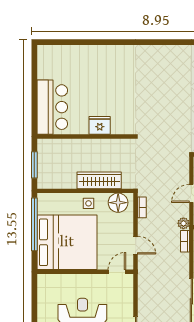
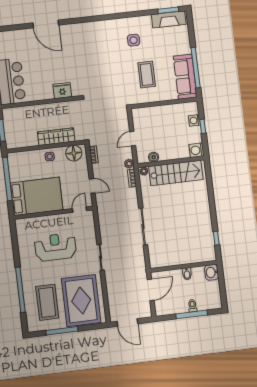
door: (103, 42) -> (46, 24), added
fridge: (100, 125) -> (62, 91), moved
bed: (67, 242) -> (37, 196), width x0.73

